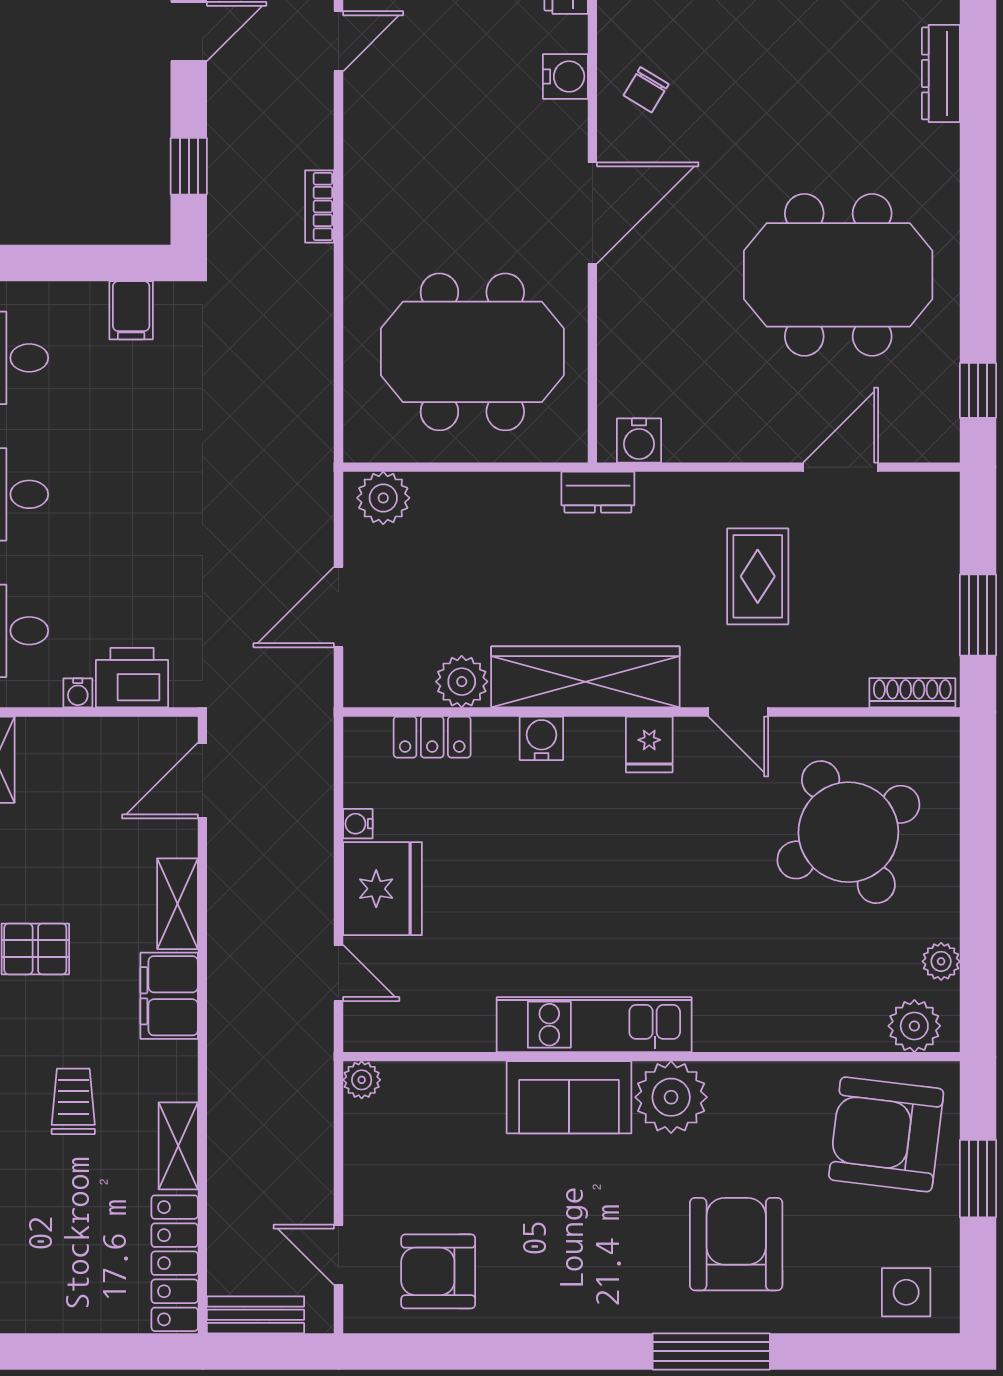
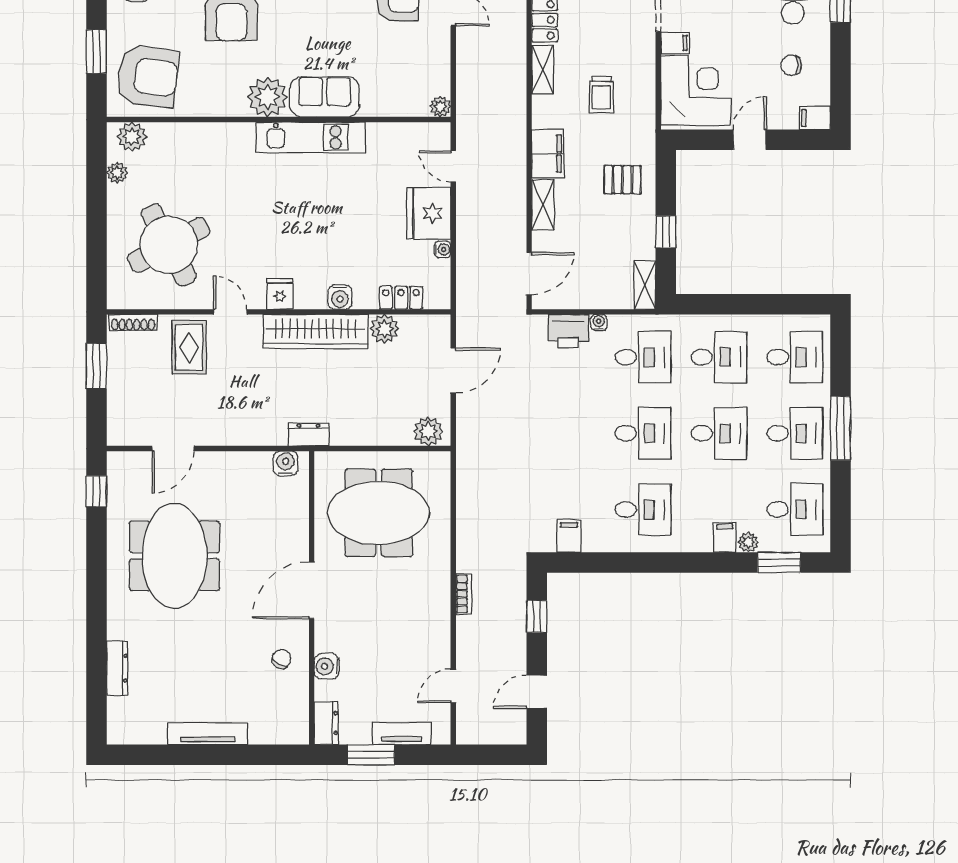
meeting table: (838, 275) -> (174, 556), turned 90
rug: (758, 576) -> (189, 347), moved

